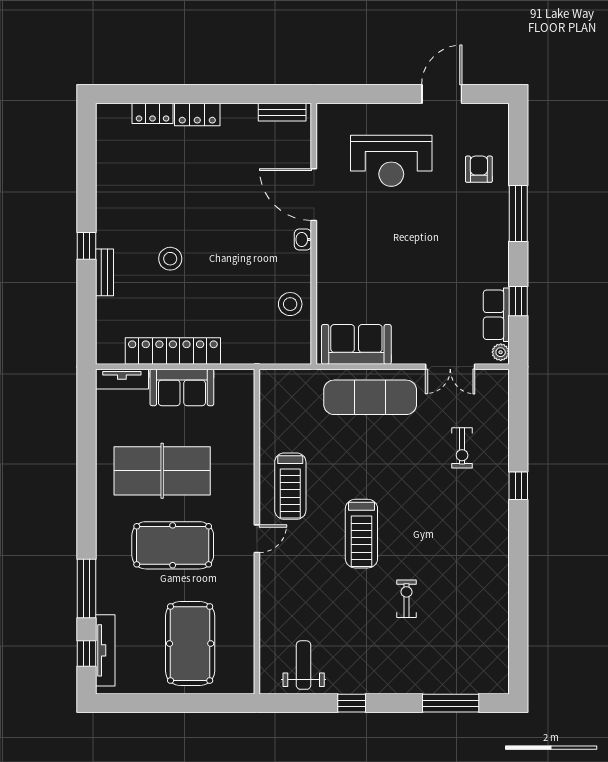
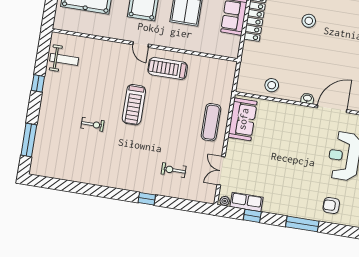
armchair: (479, 169) -> (331, 205), turned 180
exercise mat: (370, 397) -> (211, 122), width x0.73, depth x0.69
treadmill: (361, 534) -> (134, 105), turned -90

